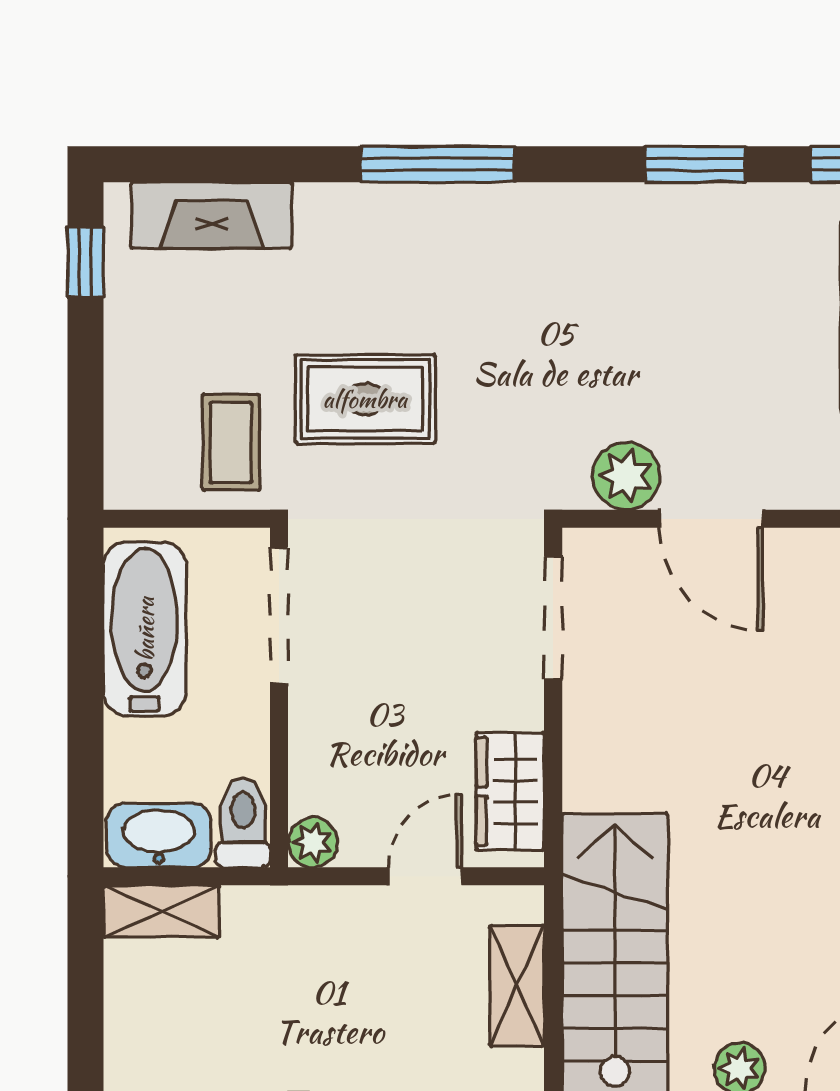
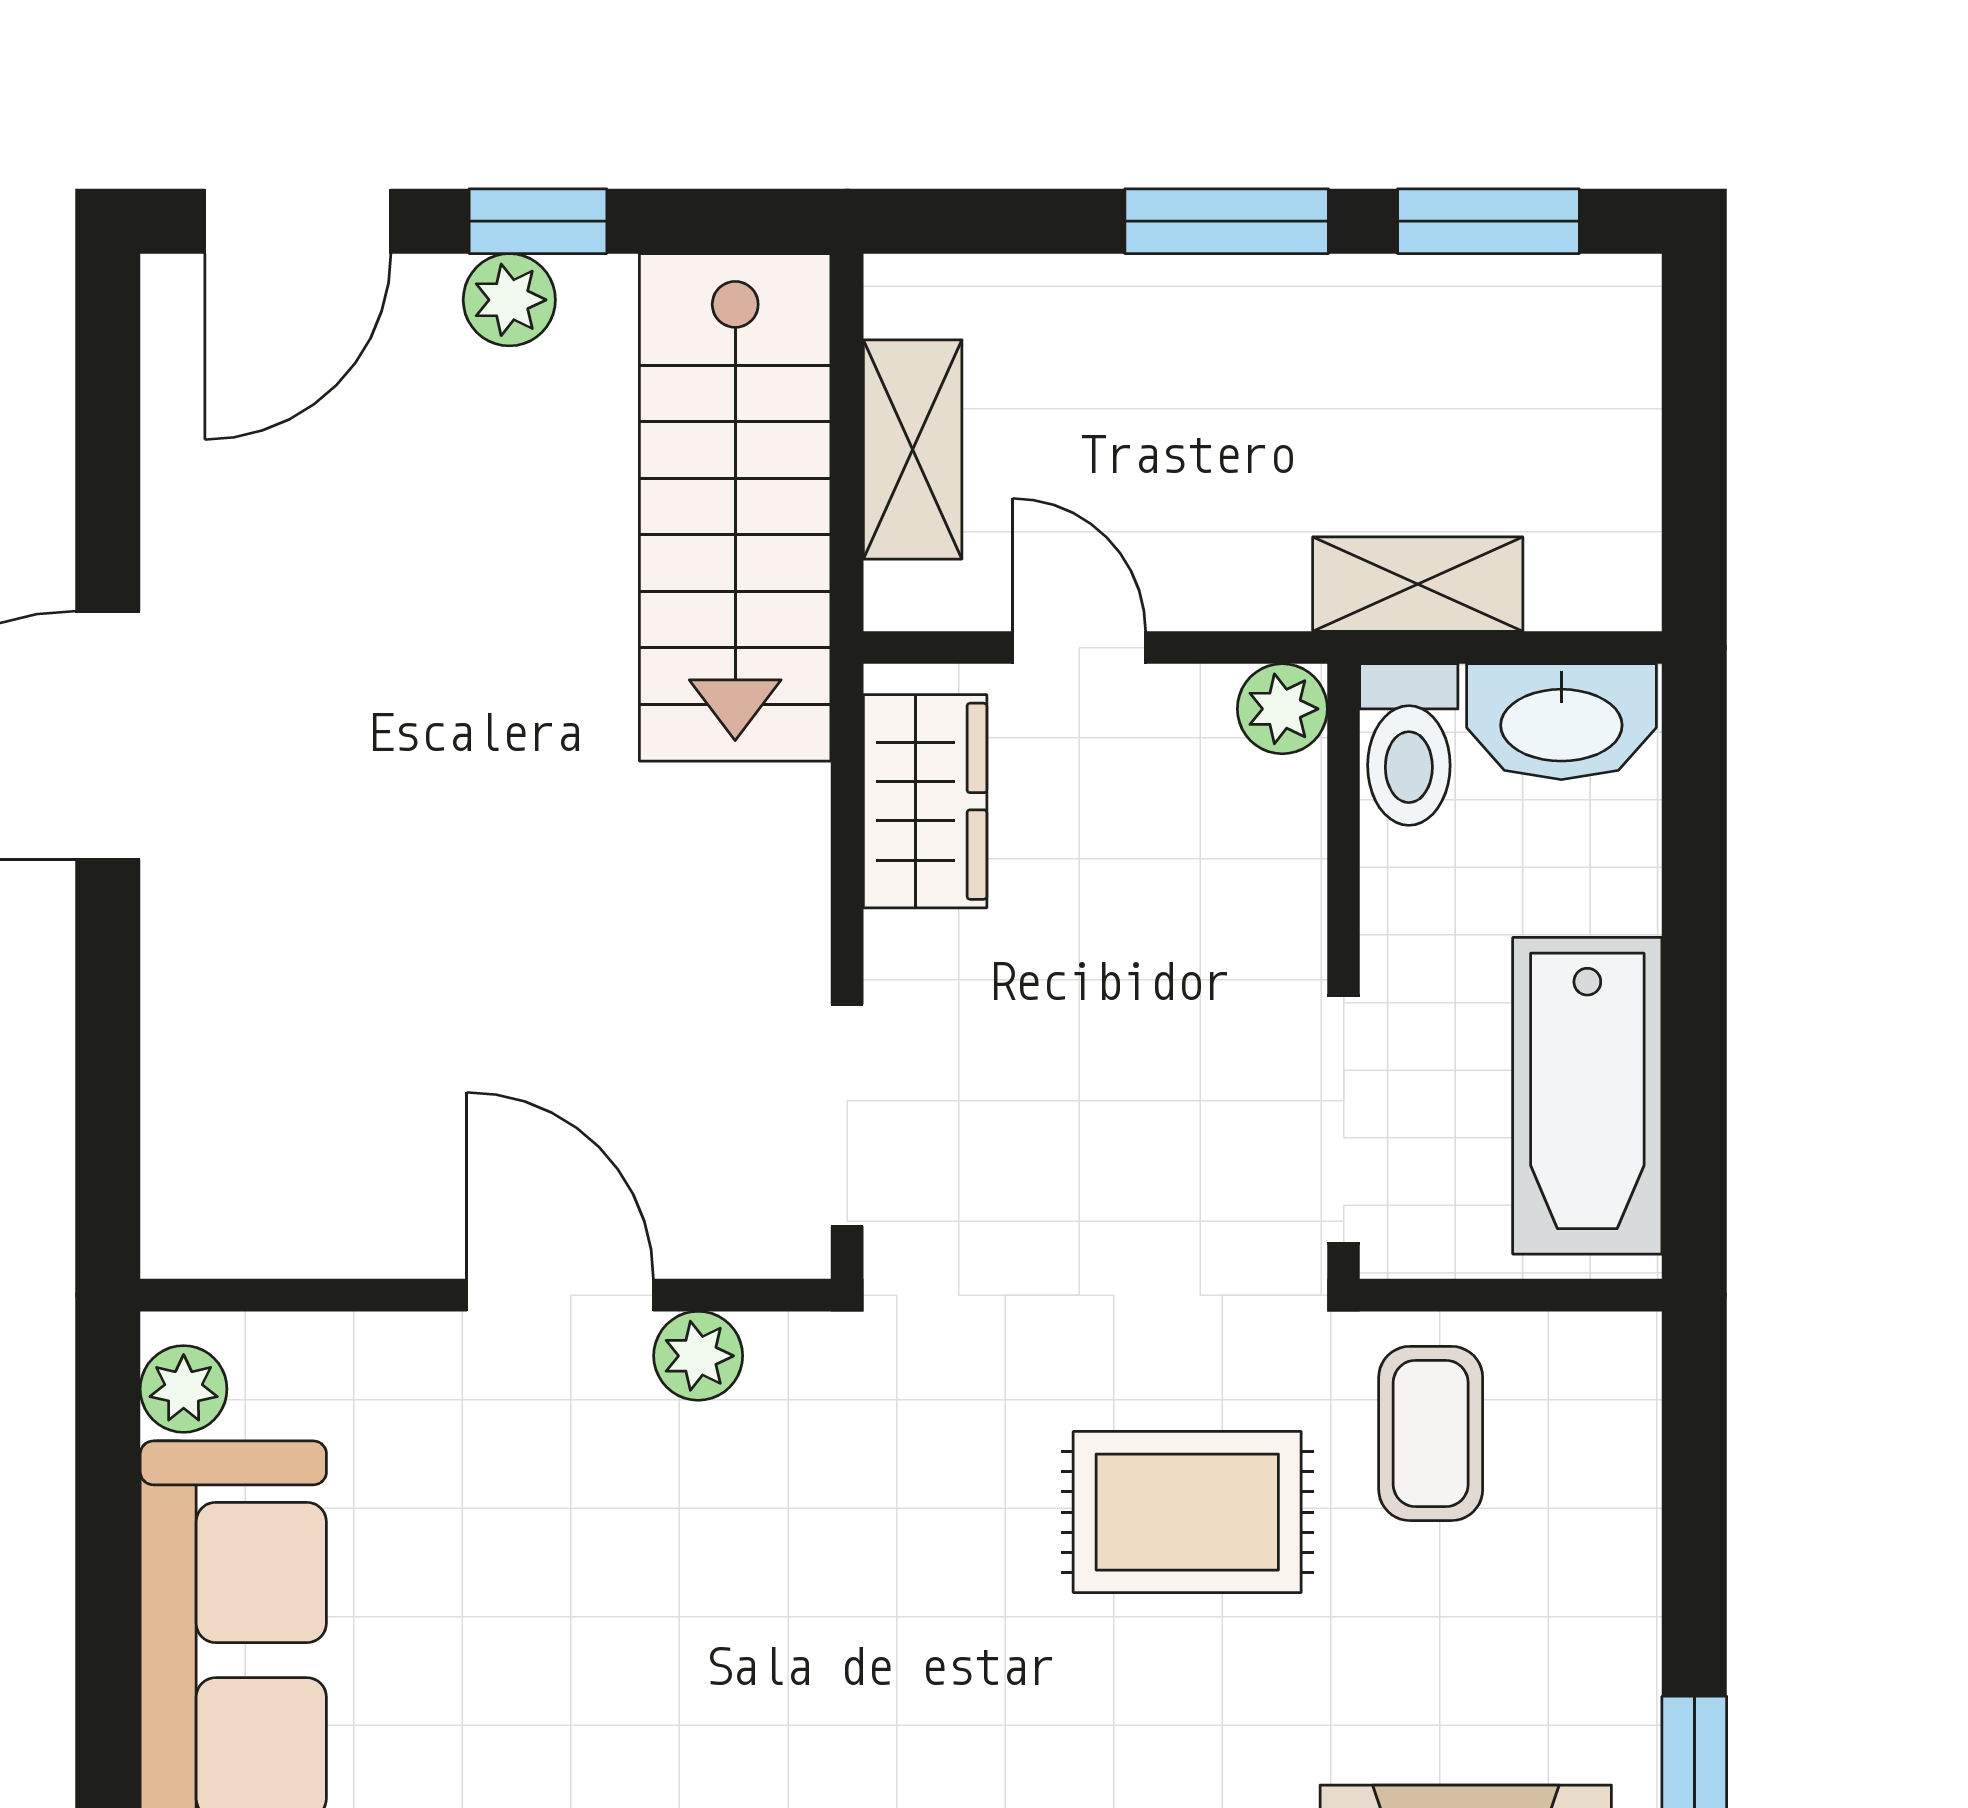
plant: (626, 476) -> (698, 1356), width x0.73, depth x0.73
door: (425, 876) -> (1079, 648), swing flipped
shelving: (161, 911) -> (1418, 584), moved

